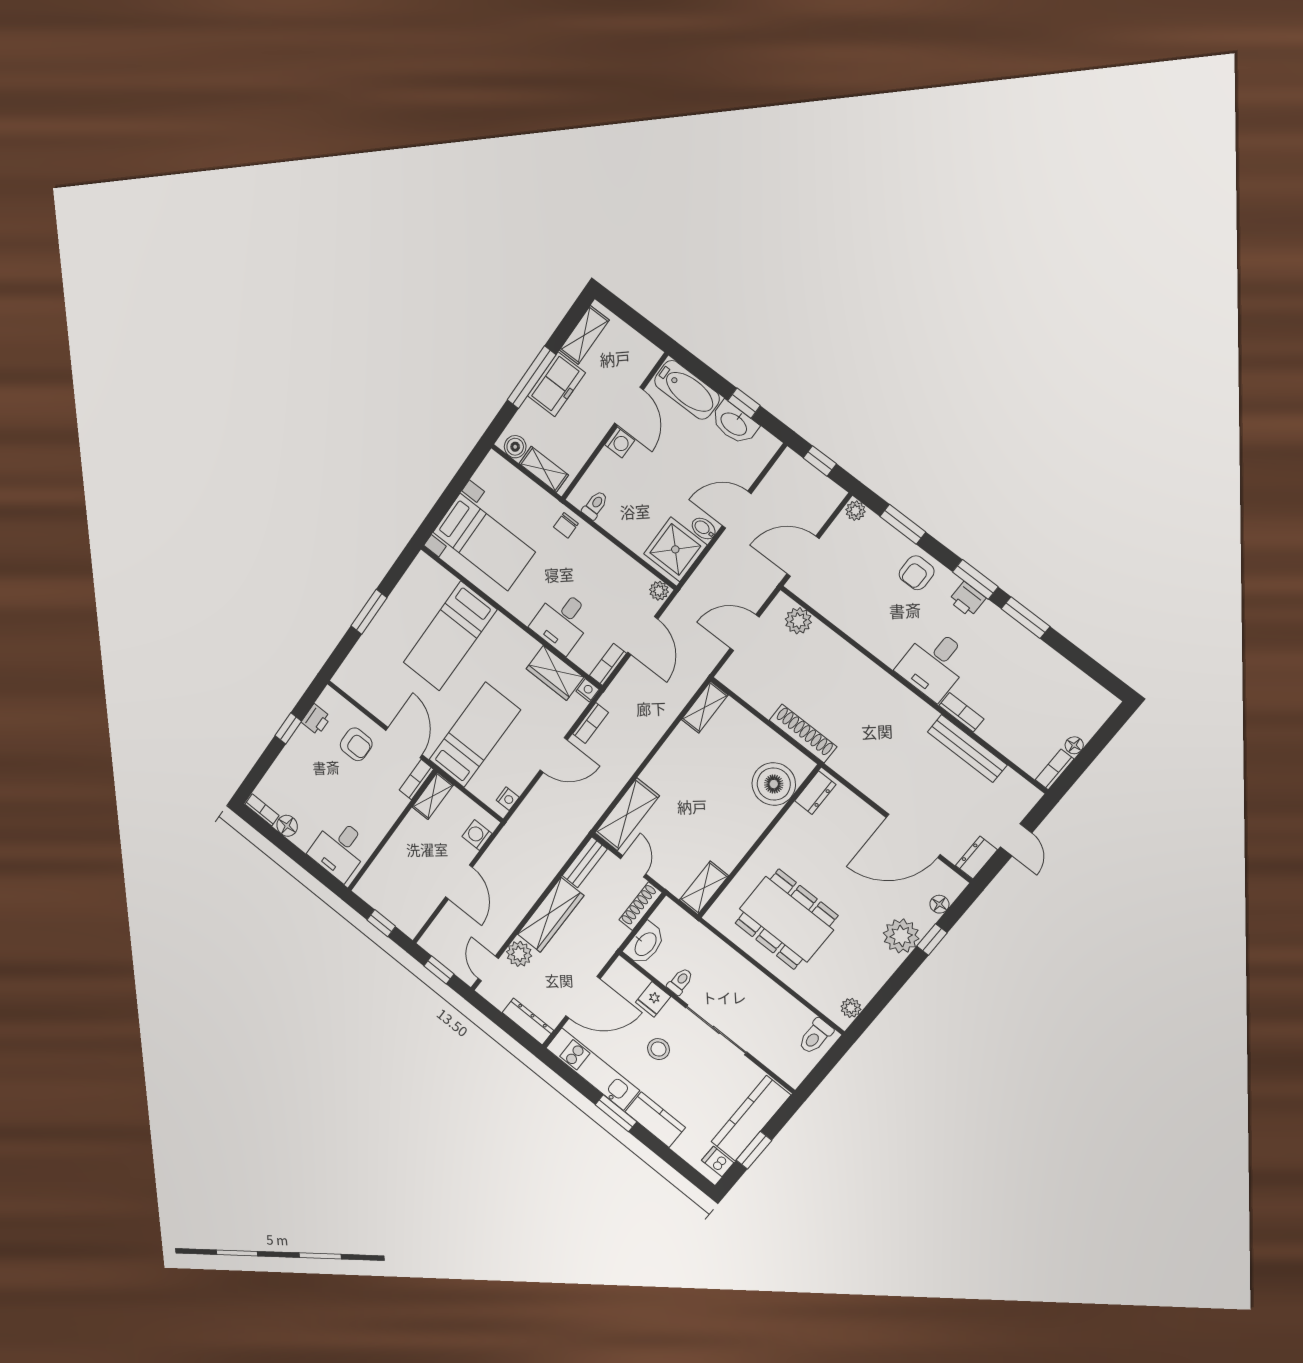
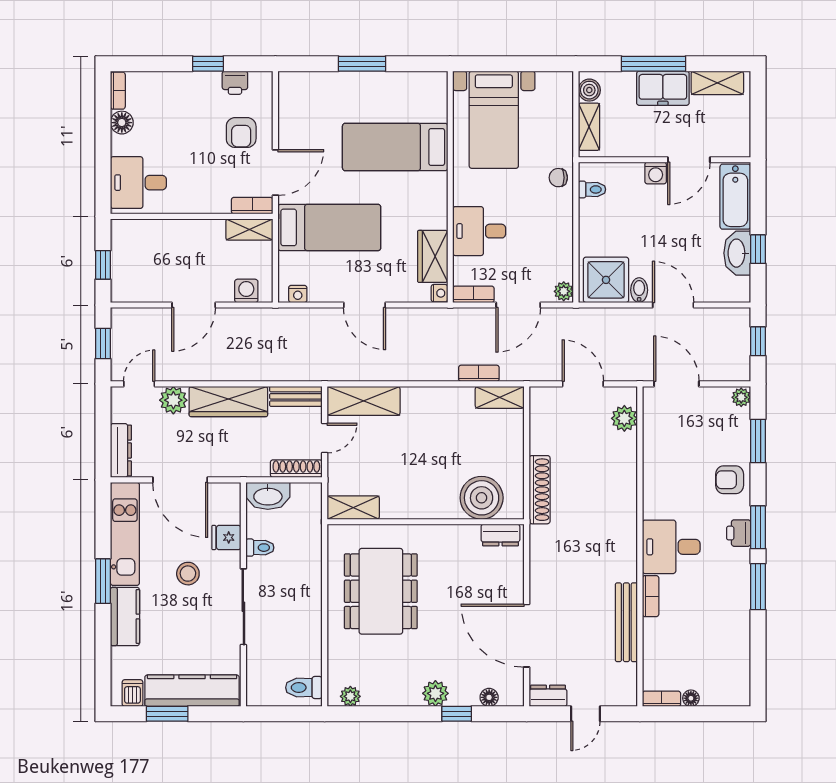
bookcase: (591, 723) -> (479, 373), moved, turned 180
plant: (901, 936) -> (435, 693), width x0.73, depth x0.73

